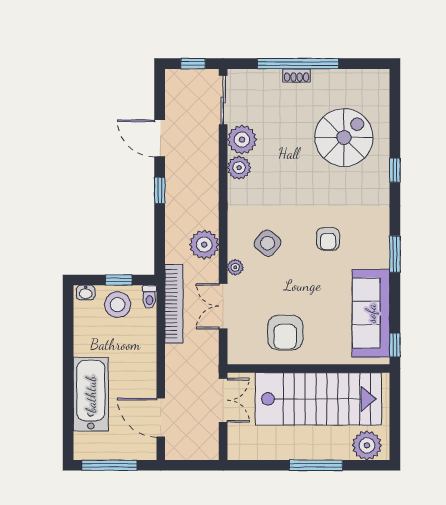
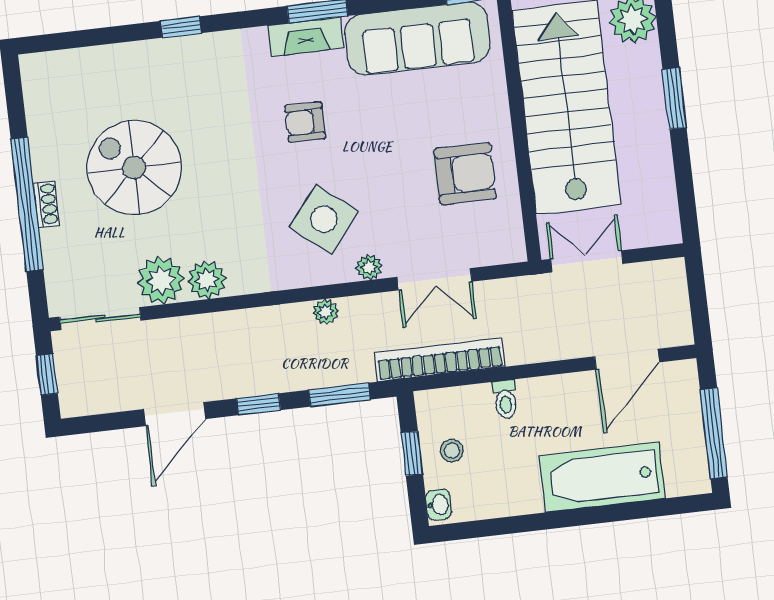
spiral stairs: (344, 138) -> (134, 167), moved
armchair: (328, 239) -> (305, 122), turned 180
window: (160, 240) -> (339, 395), added
side table: (268, 243) -> (324, 219), width x1.37, depth x1.37
plant: (204, 245) -> (326, 312), width x0.53, depth x0.53
fireplace: (380, 245) -> (306, 37), added
toilet: (149, 297) -> (505, 399), moved, turned 90
stool: (118, 305) -> (452, 451), width x0.53, depth x0.53
window: (316, 465) -> (674, 99), width x0.69

